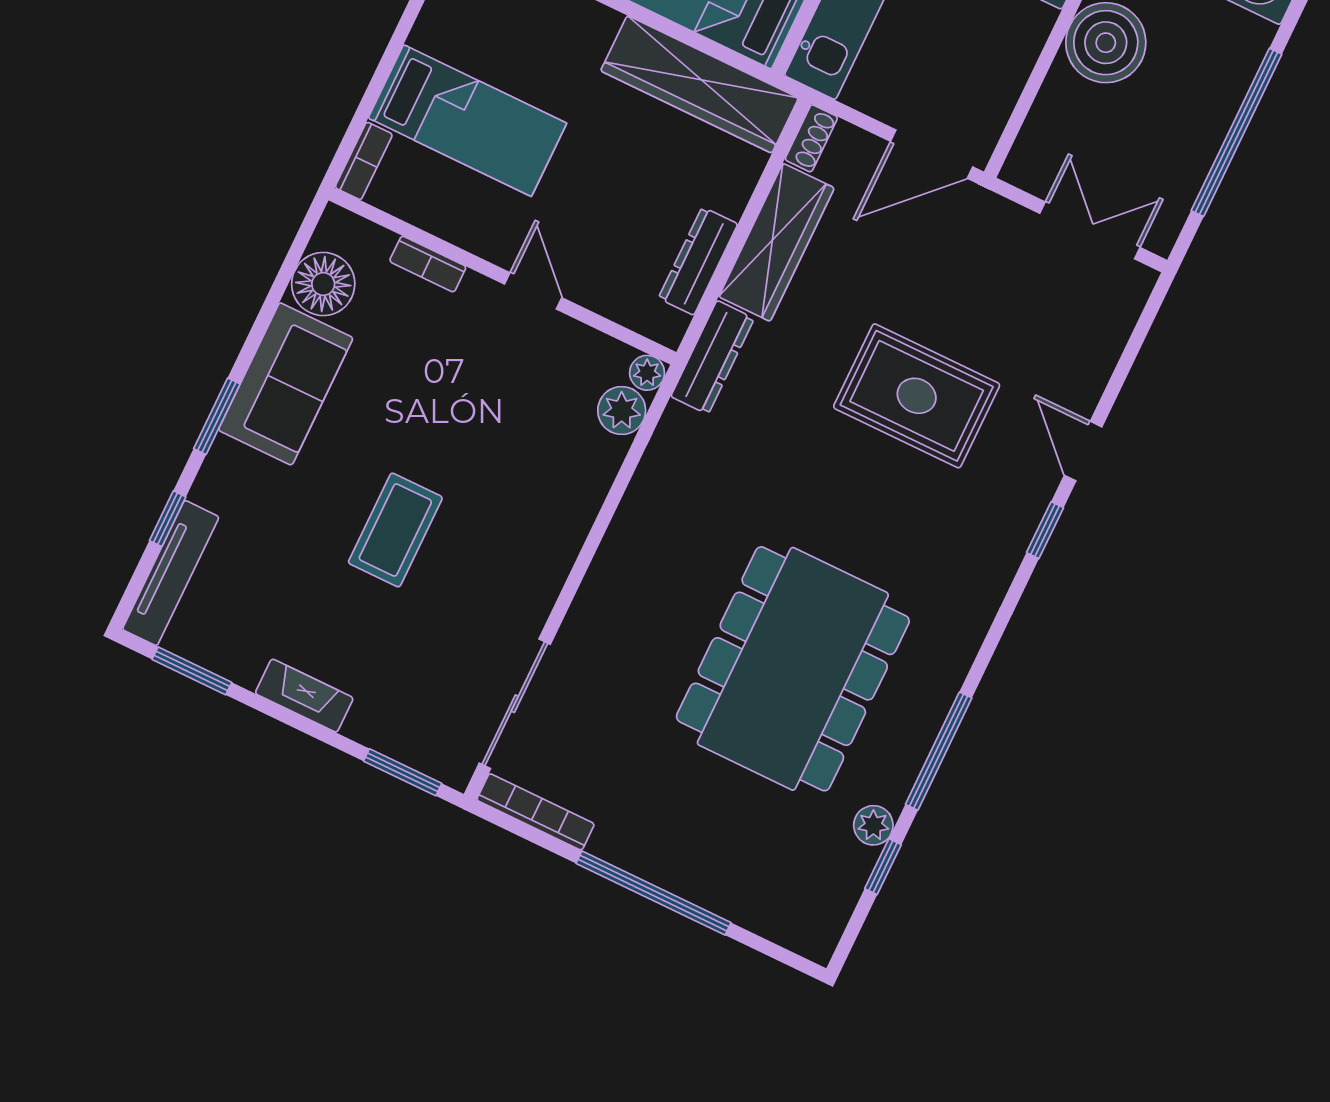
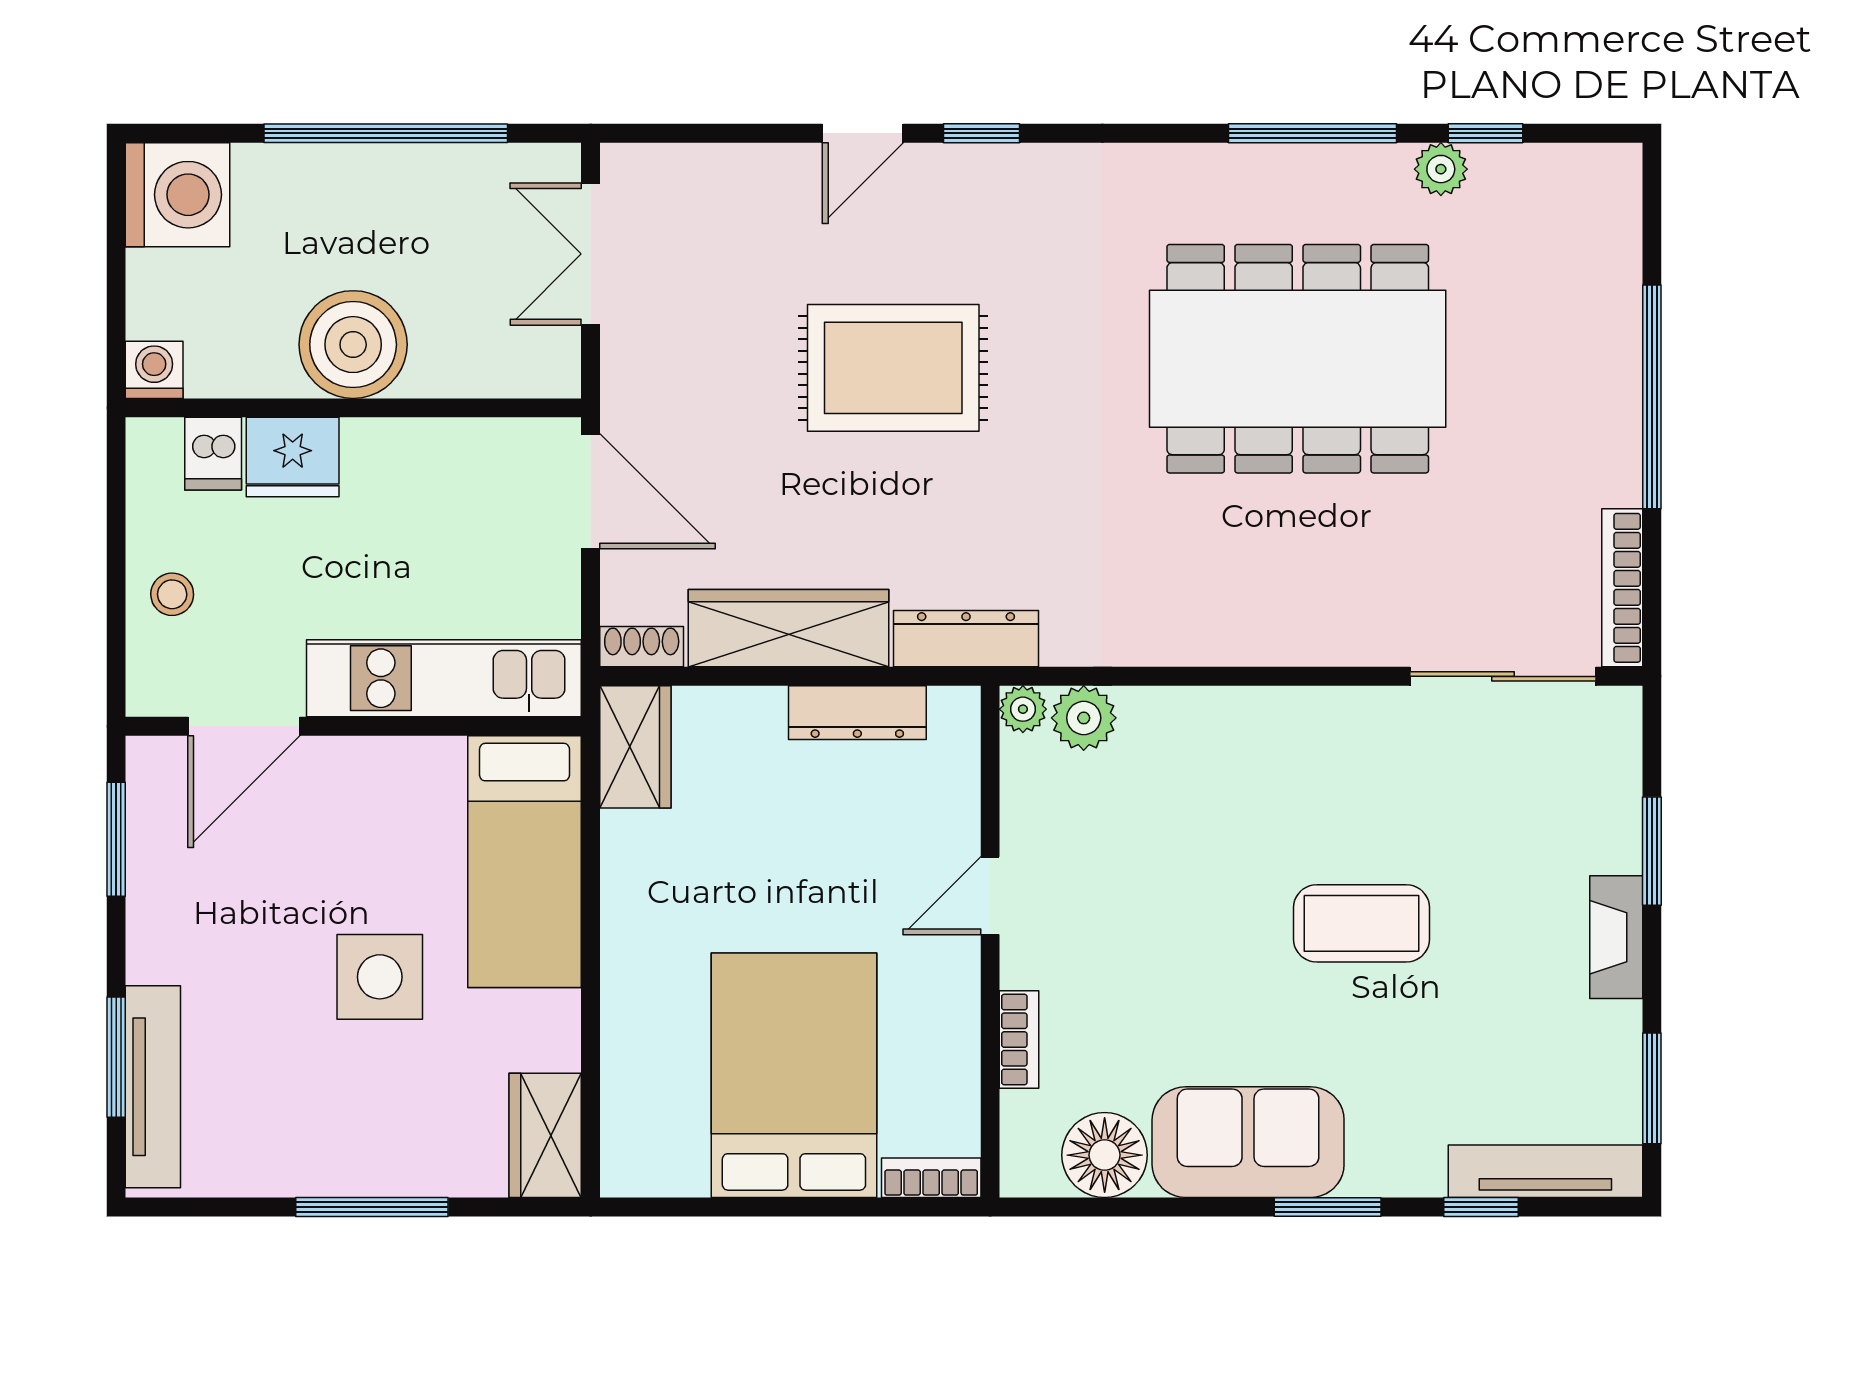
wardrobe: (700, 84) -> (635, 747), width x0.48, depth x0.85
bed: (467, 121) -> (794, 1075), width x1.50
rug: (917, 396) -> (893, 368), turned 90
window: (403, 772) -> (1652, 851), moved

